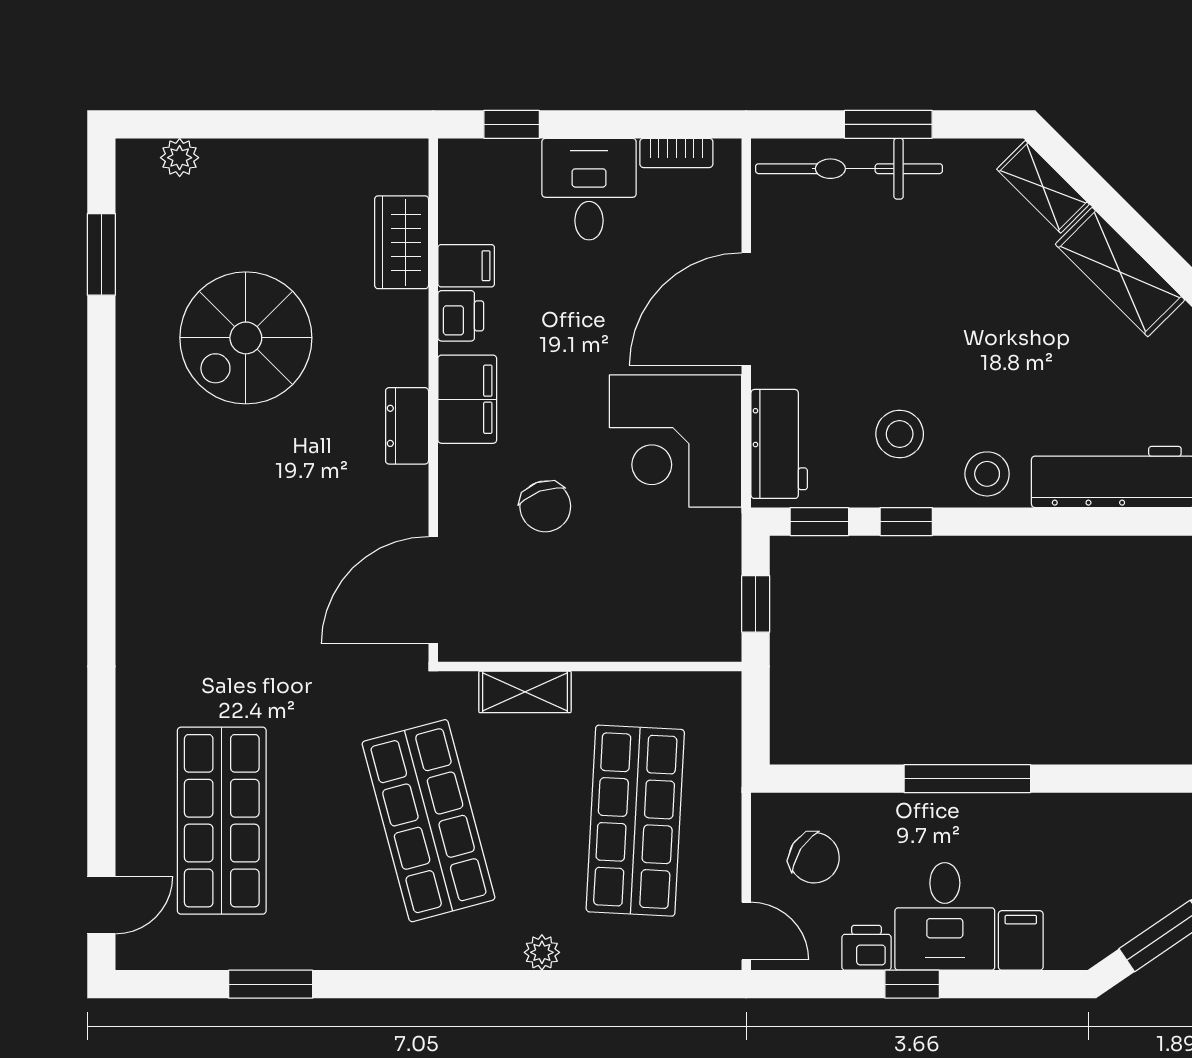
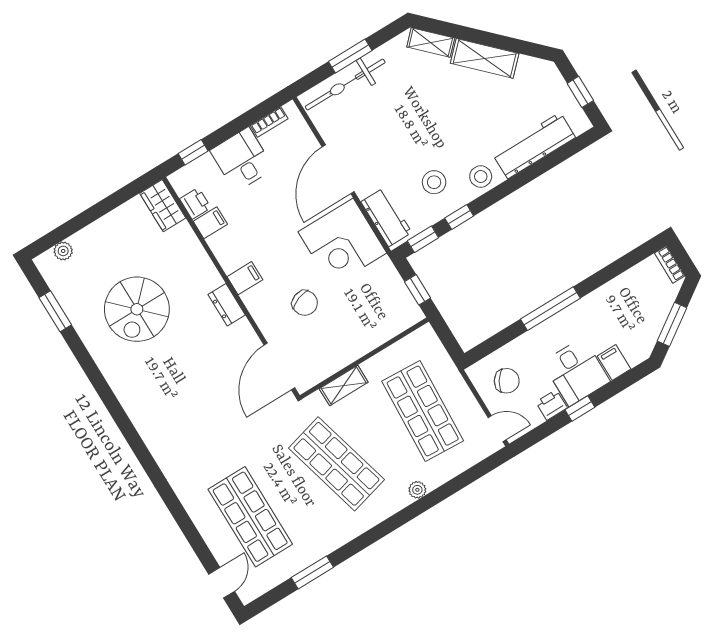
wardrobe: (402, 242) -> (163, 206), moved
printer: (461, 316) -> (195, 203), moved
filing cabinet: (467, 399) -> (245, 278), width x0.50

